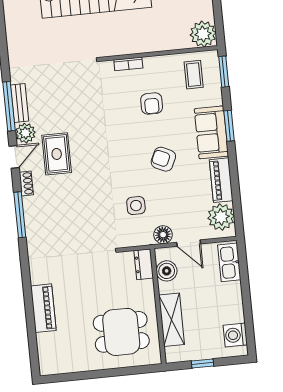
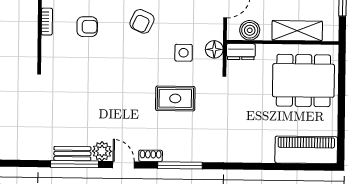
bookcase: (128, 64) -> (47, 22), moved
rug: (57, 154) -> (175, 98), moved
floor lamp: (163, 235) -> (214, 49), moved
piano: (43, 308) -> (306, 150), moved, width x1.37, depth x1.33
dining table: (121, 332) -> (303, 80), width x1.38

